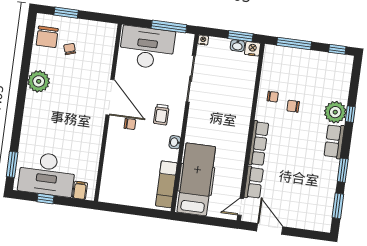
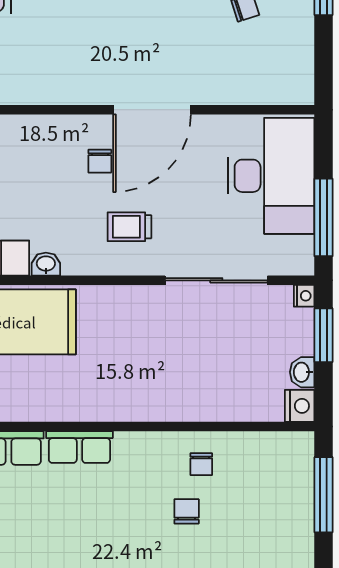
window: (240, 36) -> (324, 335), moved
washbasin: (175, 142) -> (46, 264), moved
row of seats: (259, 143) -> (79, 447), width x0.68

